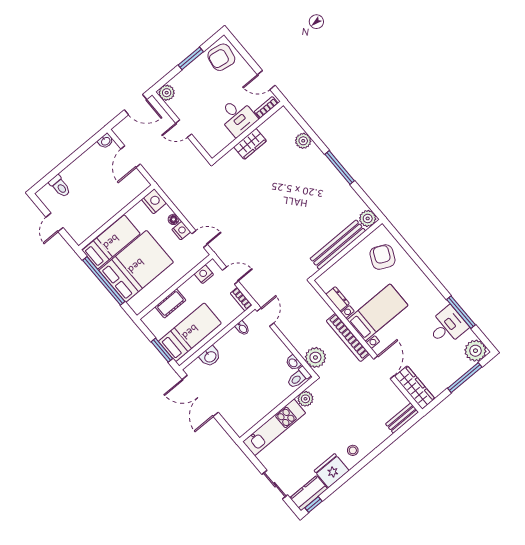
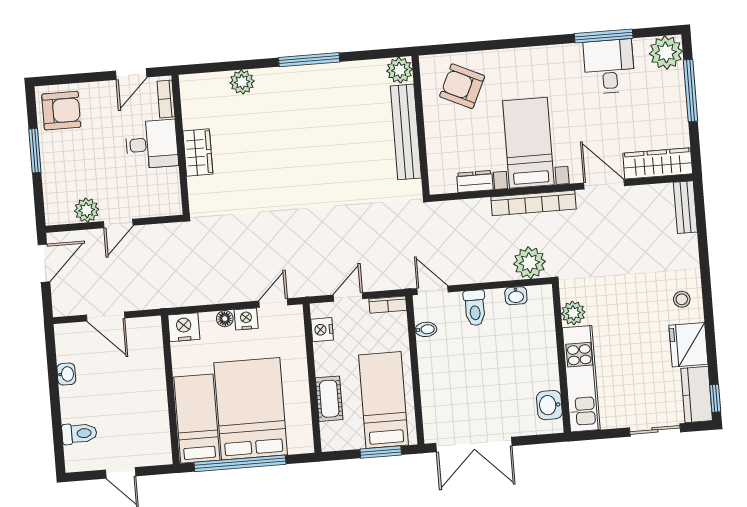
armchair: (221, 57) -> (61, 111), turned -100
plant: (167, 93) -> (87, 210), moved
washbasin: (105, 141) -> (66, 374), moved
washbasin: (210, 356) -> (549, 405), moved, turned 180
toilet: (298, 378) -> (475, 308), moved

